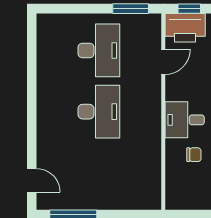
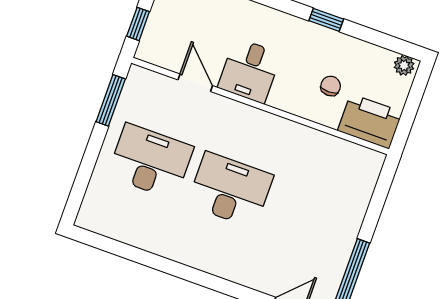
printer: (185, 28) -> (370, 121), moved, turned -90
desk: (185, 120) -> (250, 71), moved

